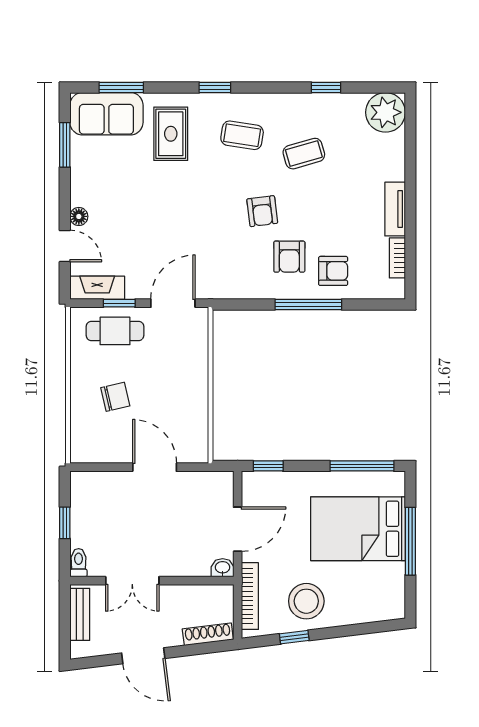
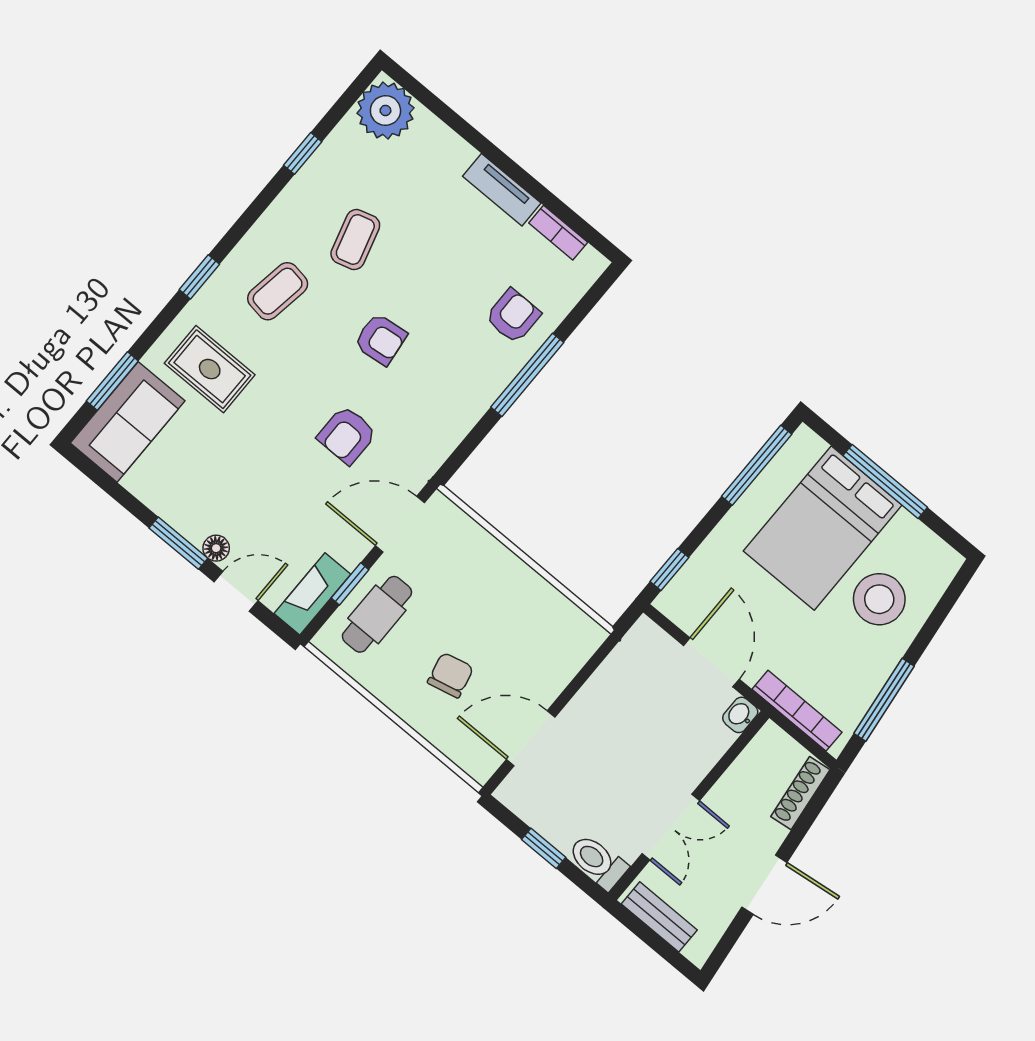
window: (65, 145) -> (178, 543), moved
armchair: (289, 257) -> (347, 435), moved, turned 90
door: (173, 303) -> (400, 524), hinge flipped
door: (155, 467) -> (531, 738), moved
toilet: (79, 563) -> (598, 862), width x1.37, depth x1.39
stool: (306, 601) -> (879, 599), moved
window: (294, 637) -> (884, 700), width x2.17

